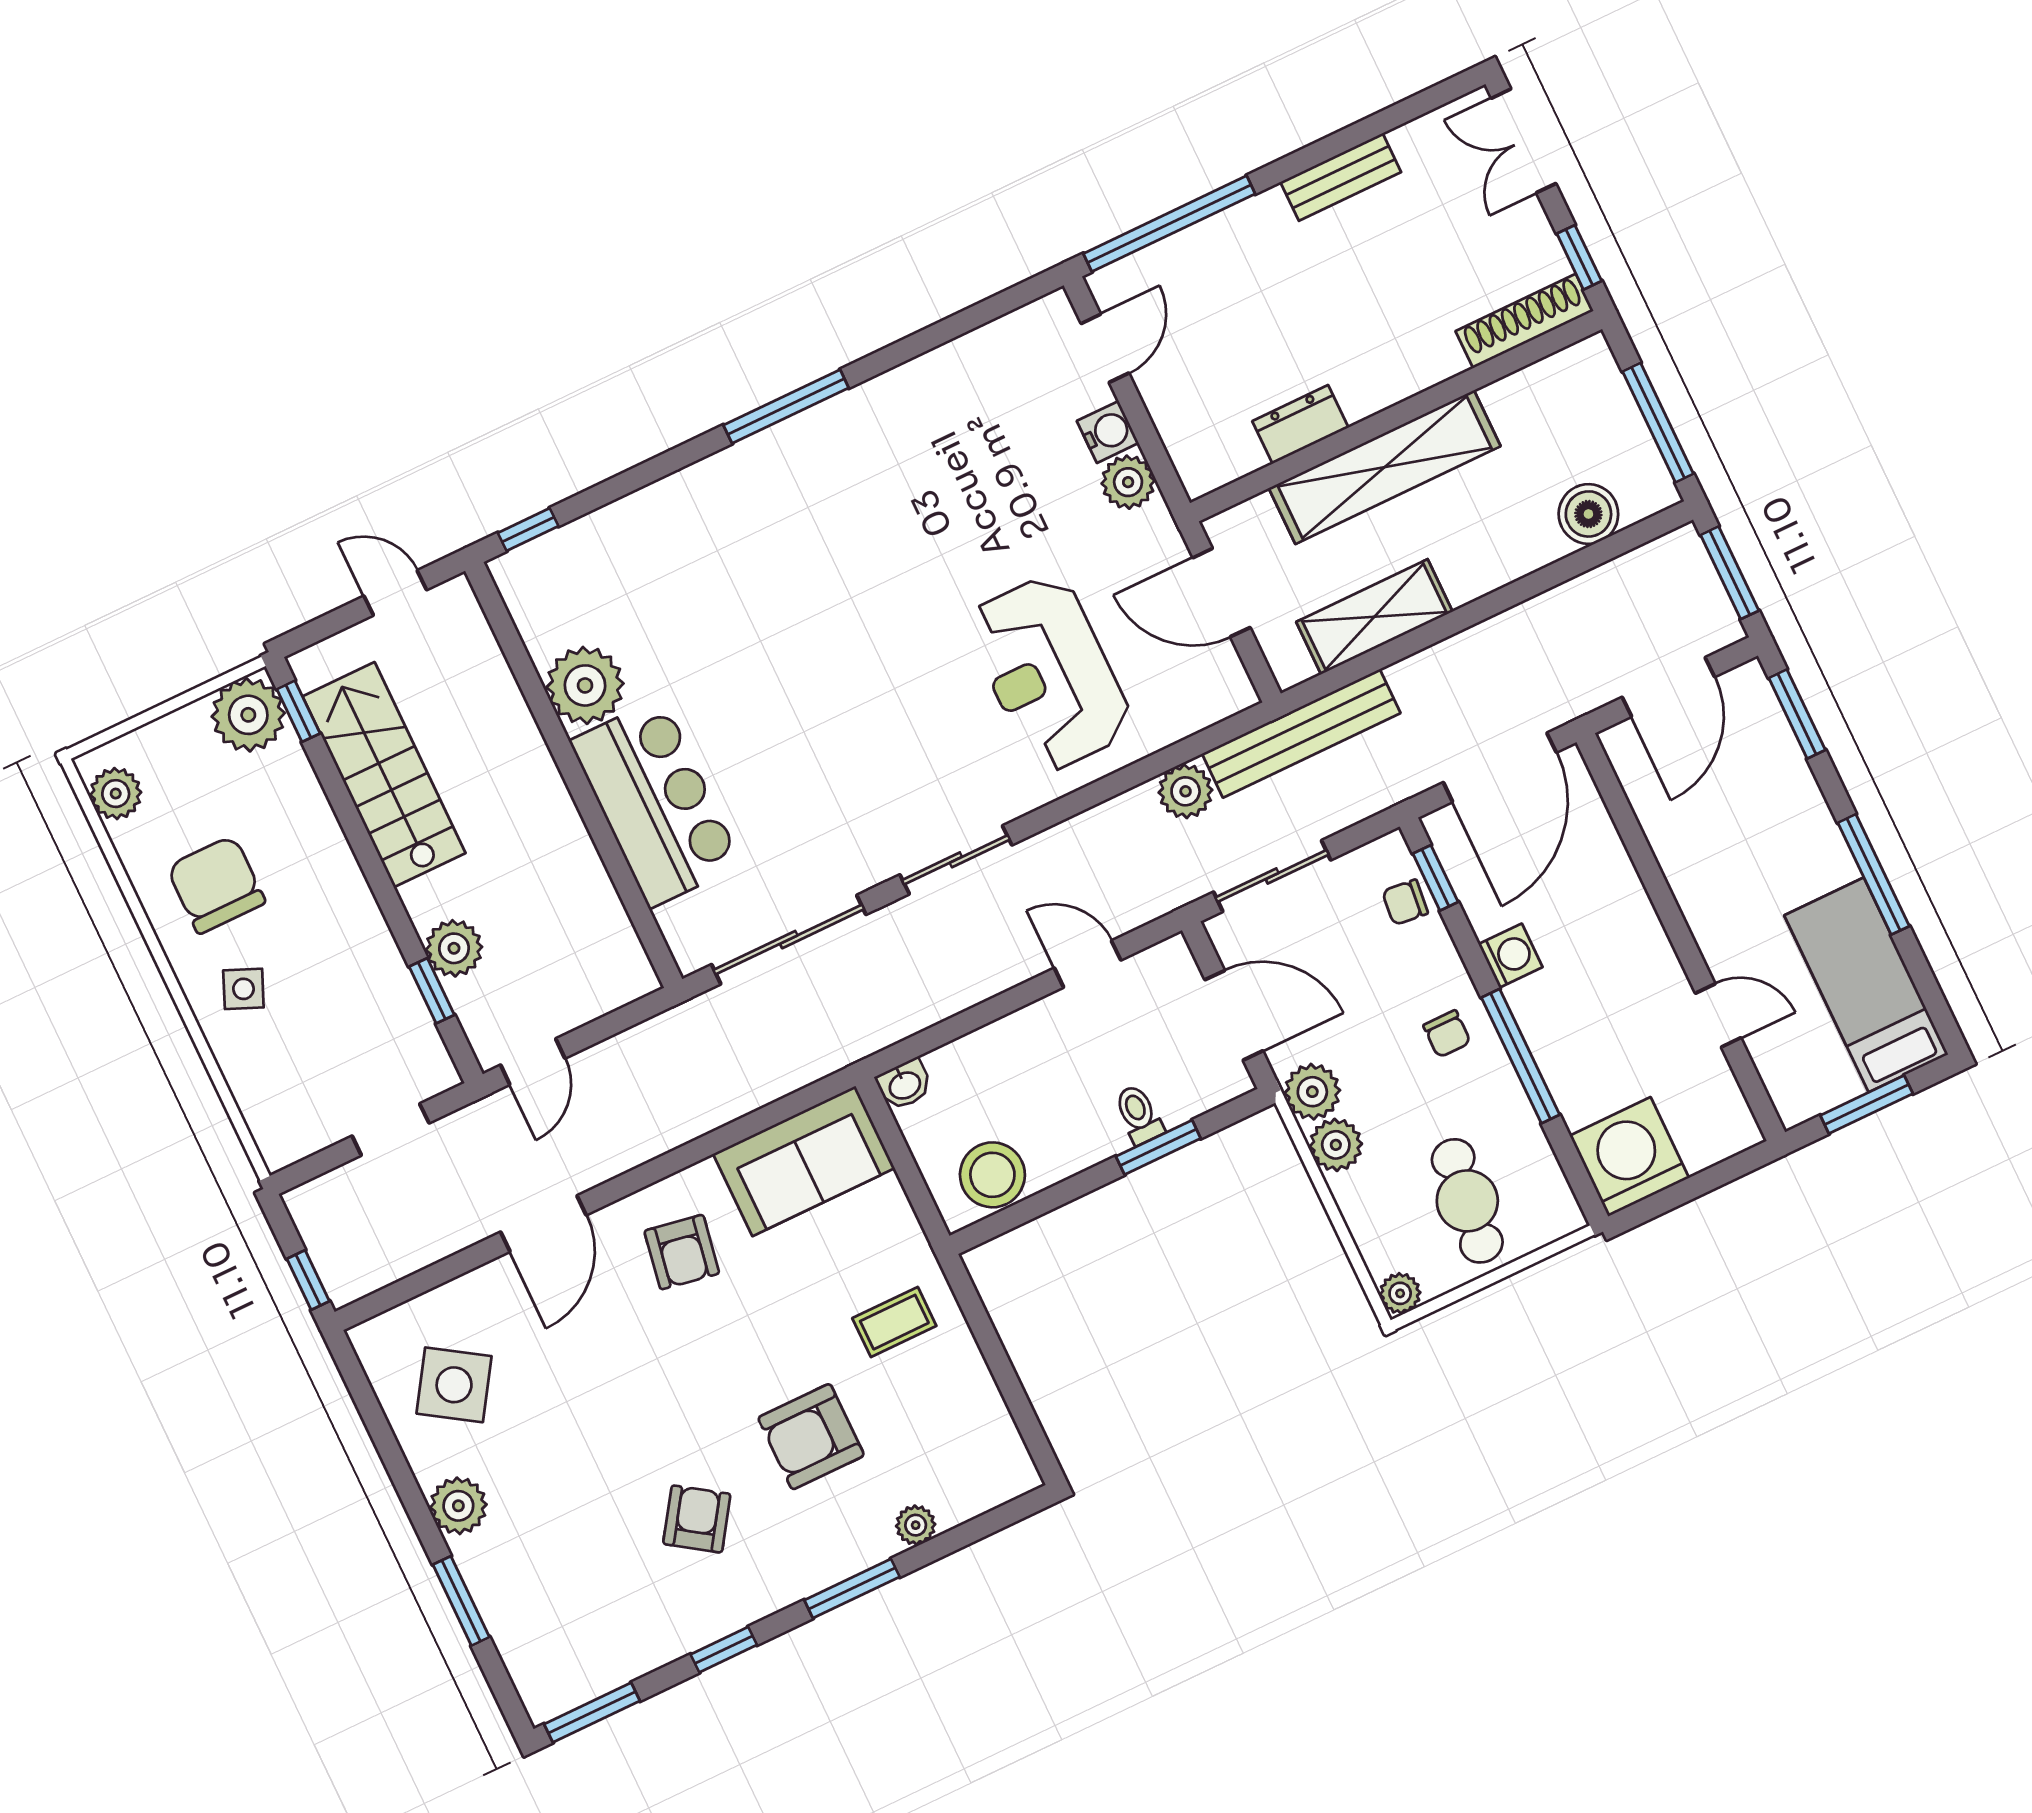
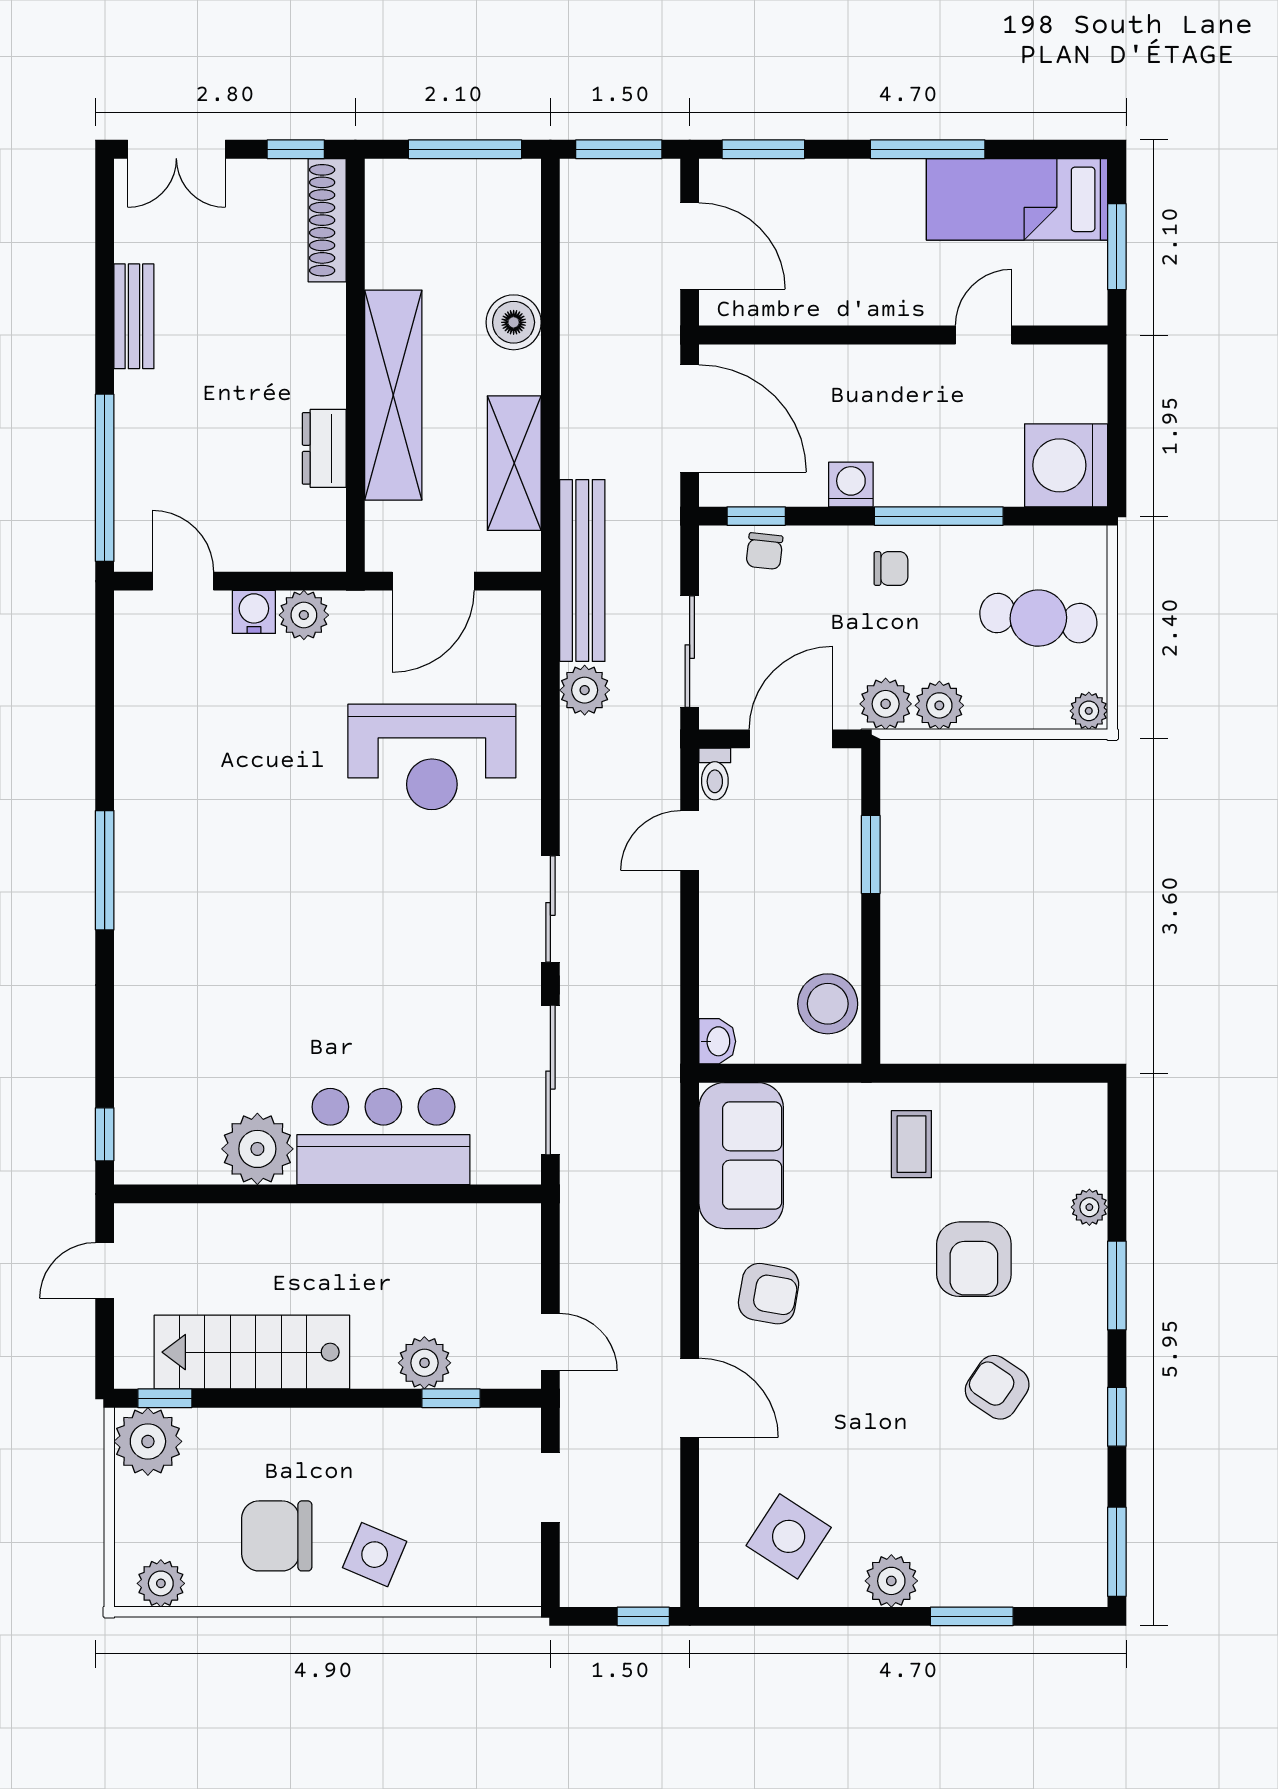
boiler: (1588, 514) -> (514, 322), moved
side table: (243, 989) -> (375, 1555), width x1.37, depth x1.37
toilet: (1139, 1115) -> (715, 774), moved, turned -90

